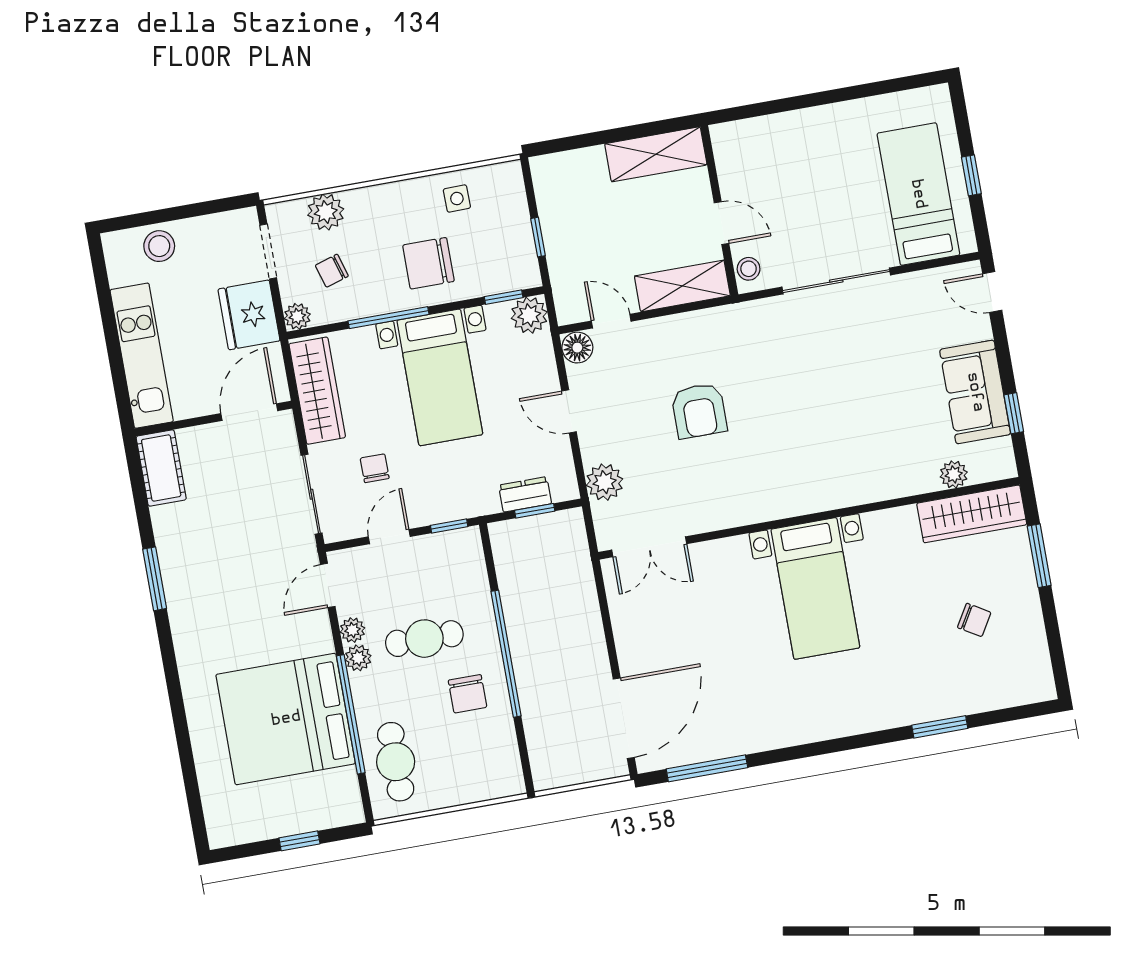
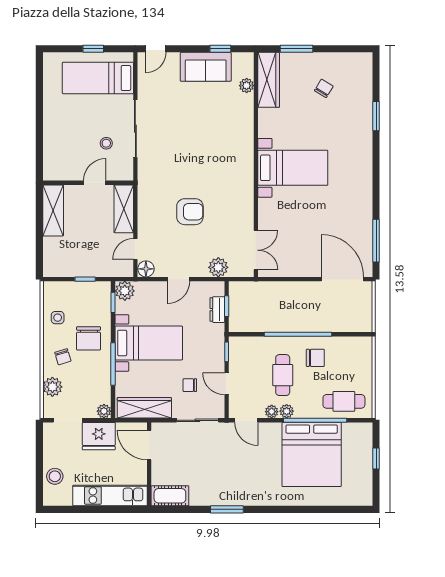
stool: (749, 269) -> (106, 143), moved
chair: (332, 271) -> (63, 357), moved

